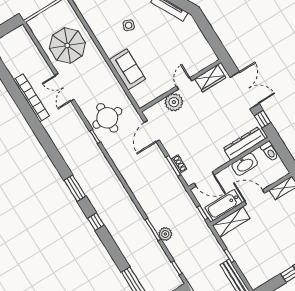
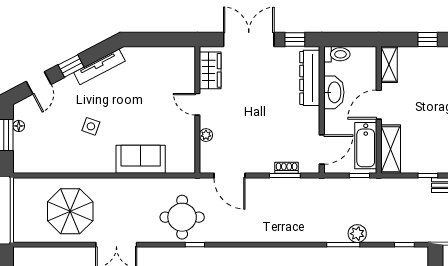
plant: (174, 102) -> (206, 135), width x0.53, depth x0.53

